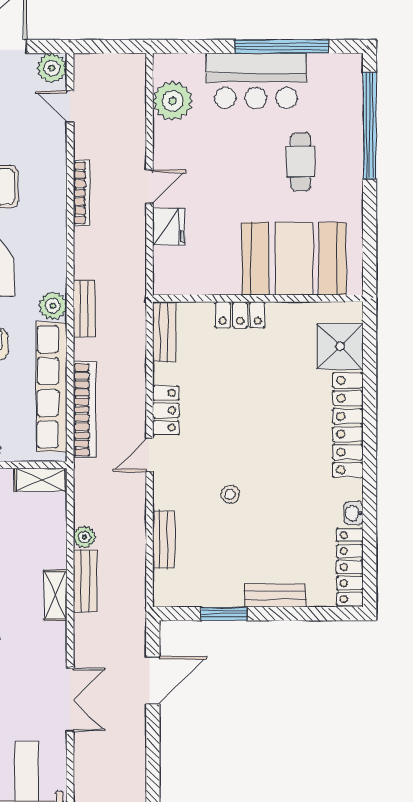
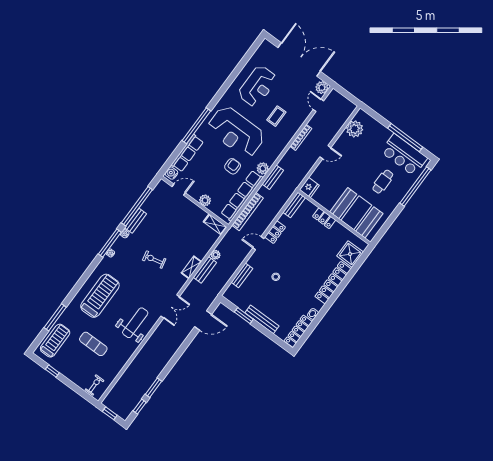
bar counter: (256, 81) -> (404, 155), moved
fridge: (169, 227) -> (309, 187), moved
bench: (275, 595) -> (262, 319), width x1.36

